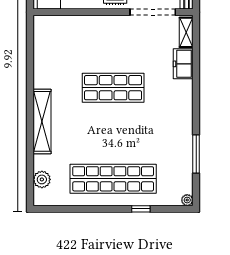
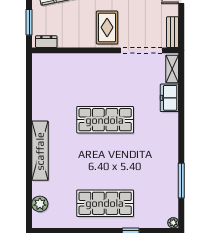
shop shelf: (113, 179) -> (105, 203), width x0.71

